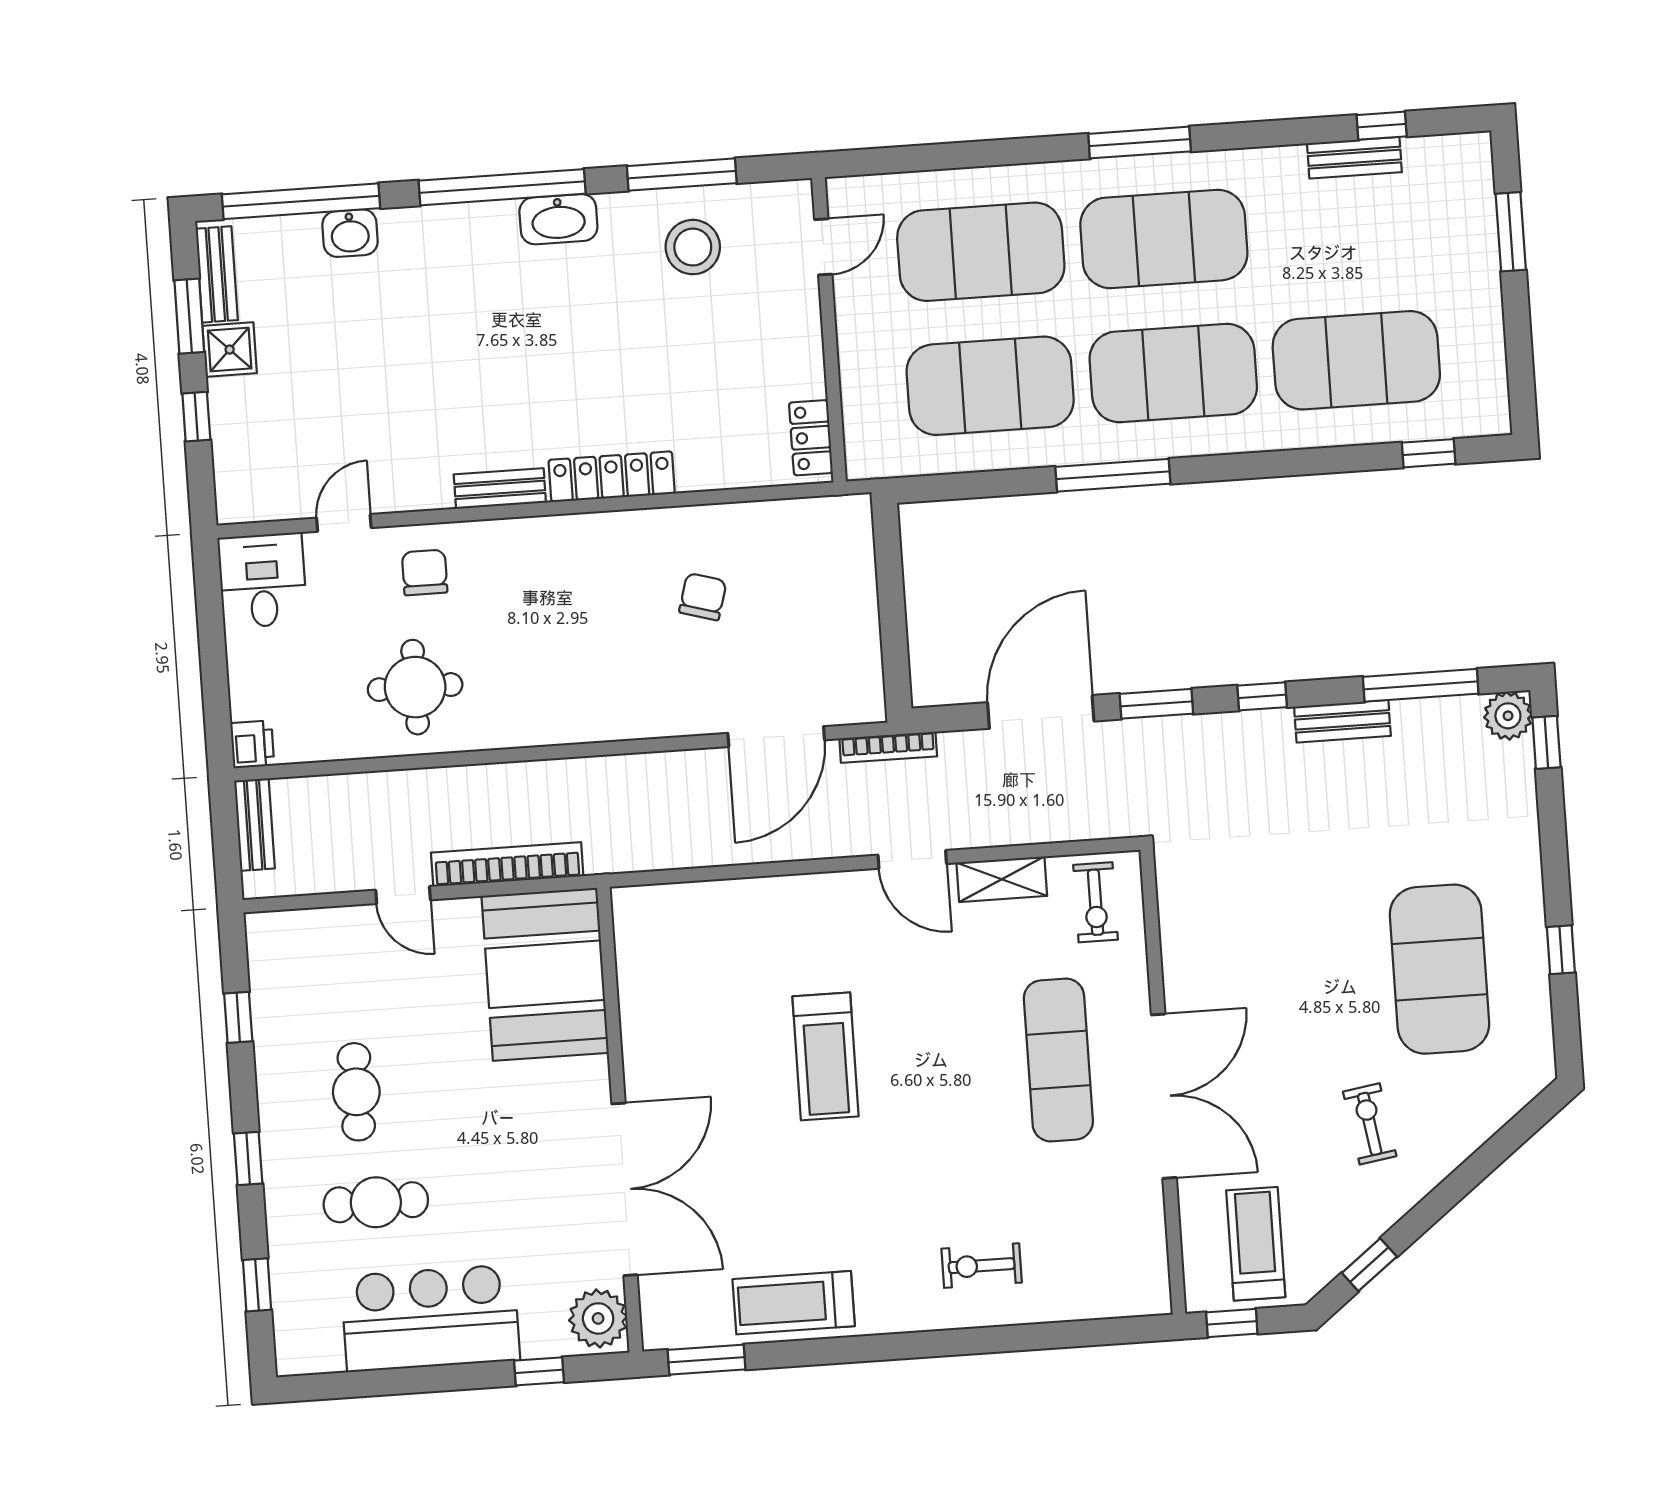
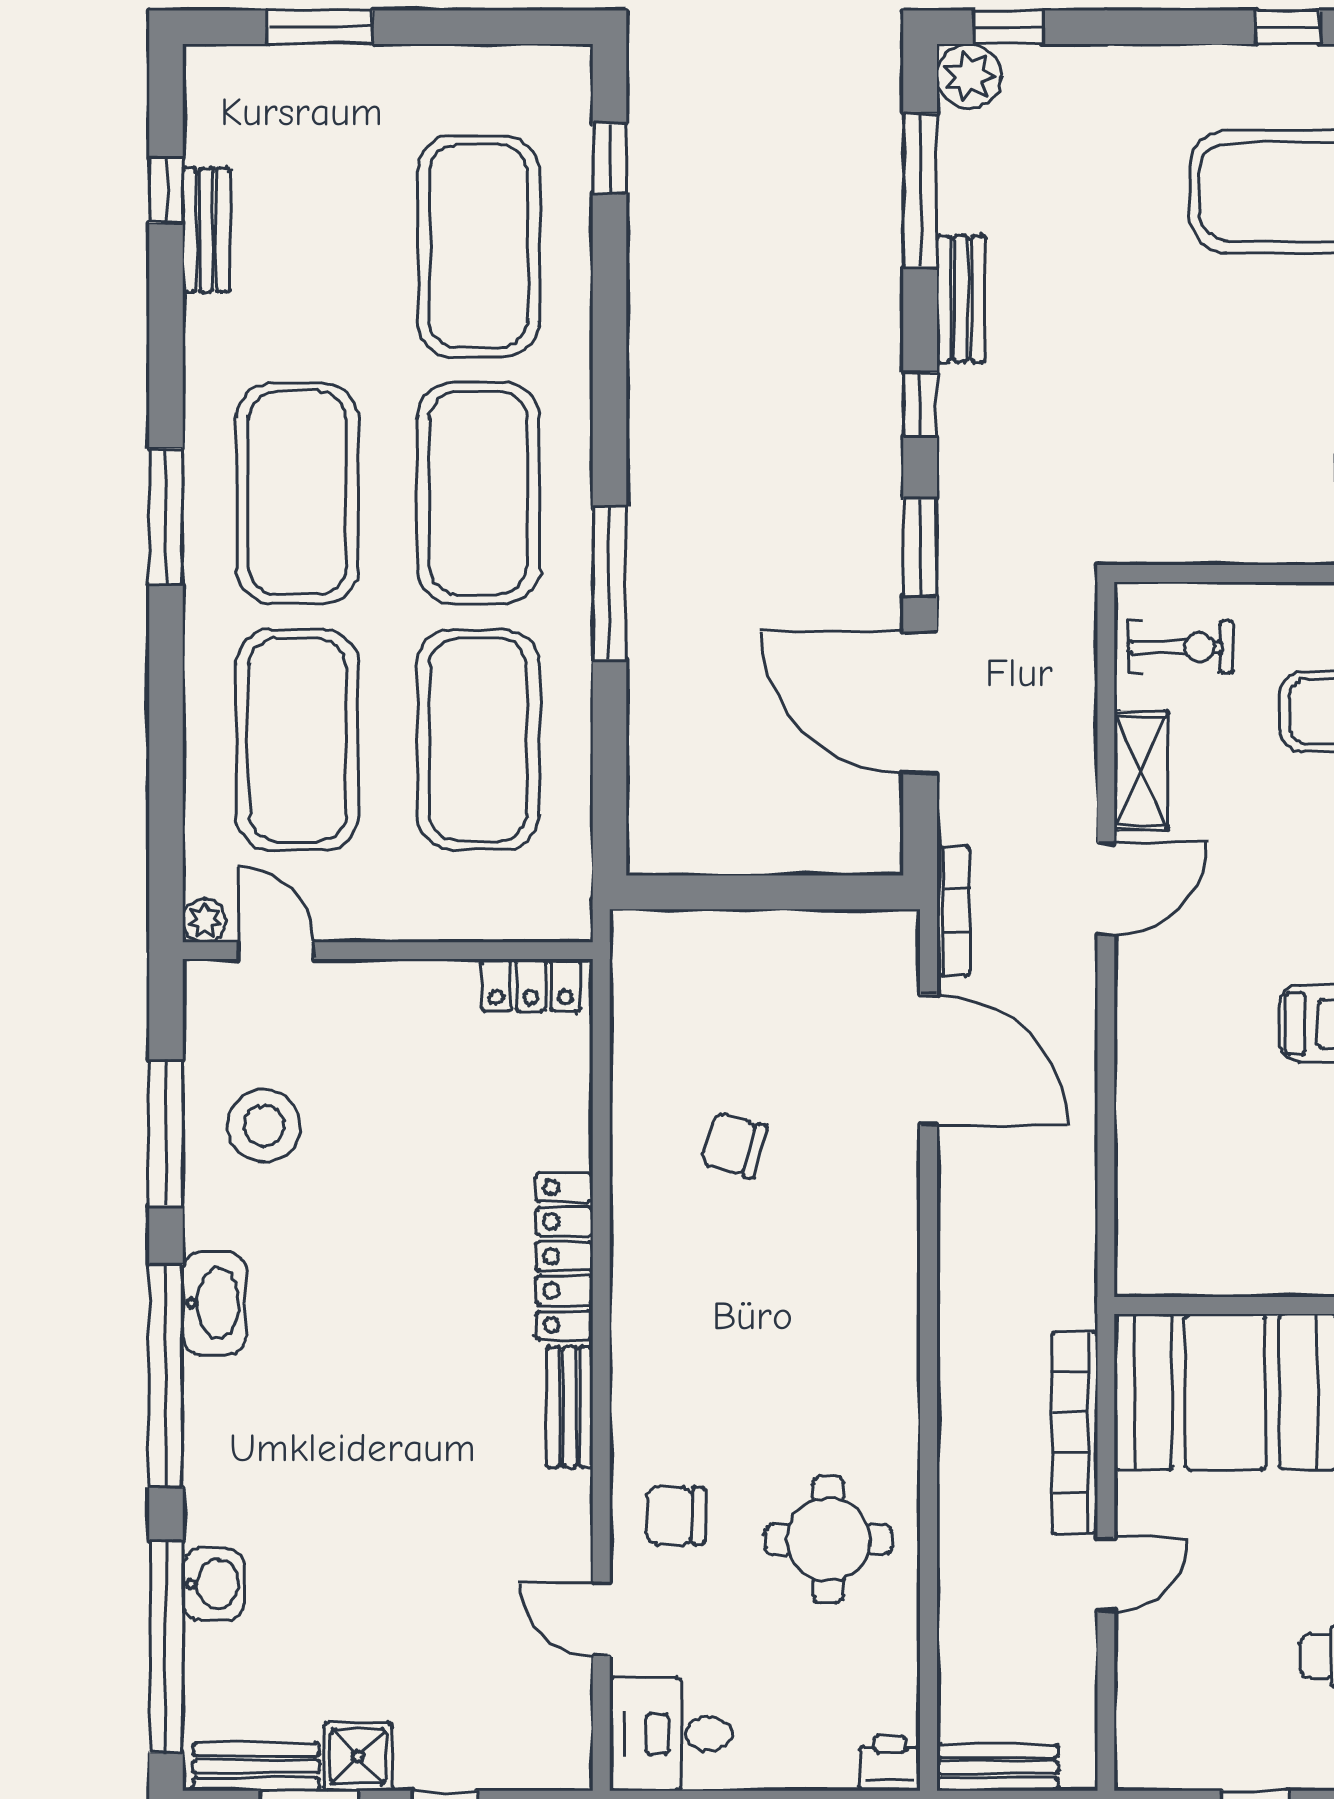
plant: (842, 192) -> (204, 920), added

